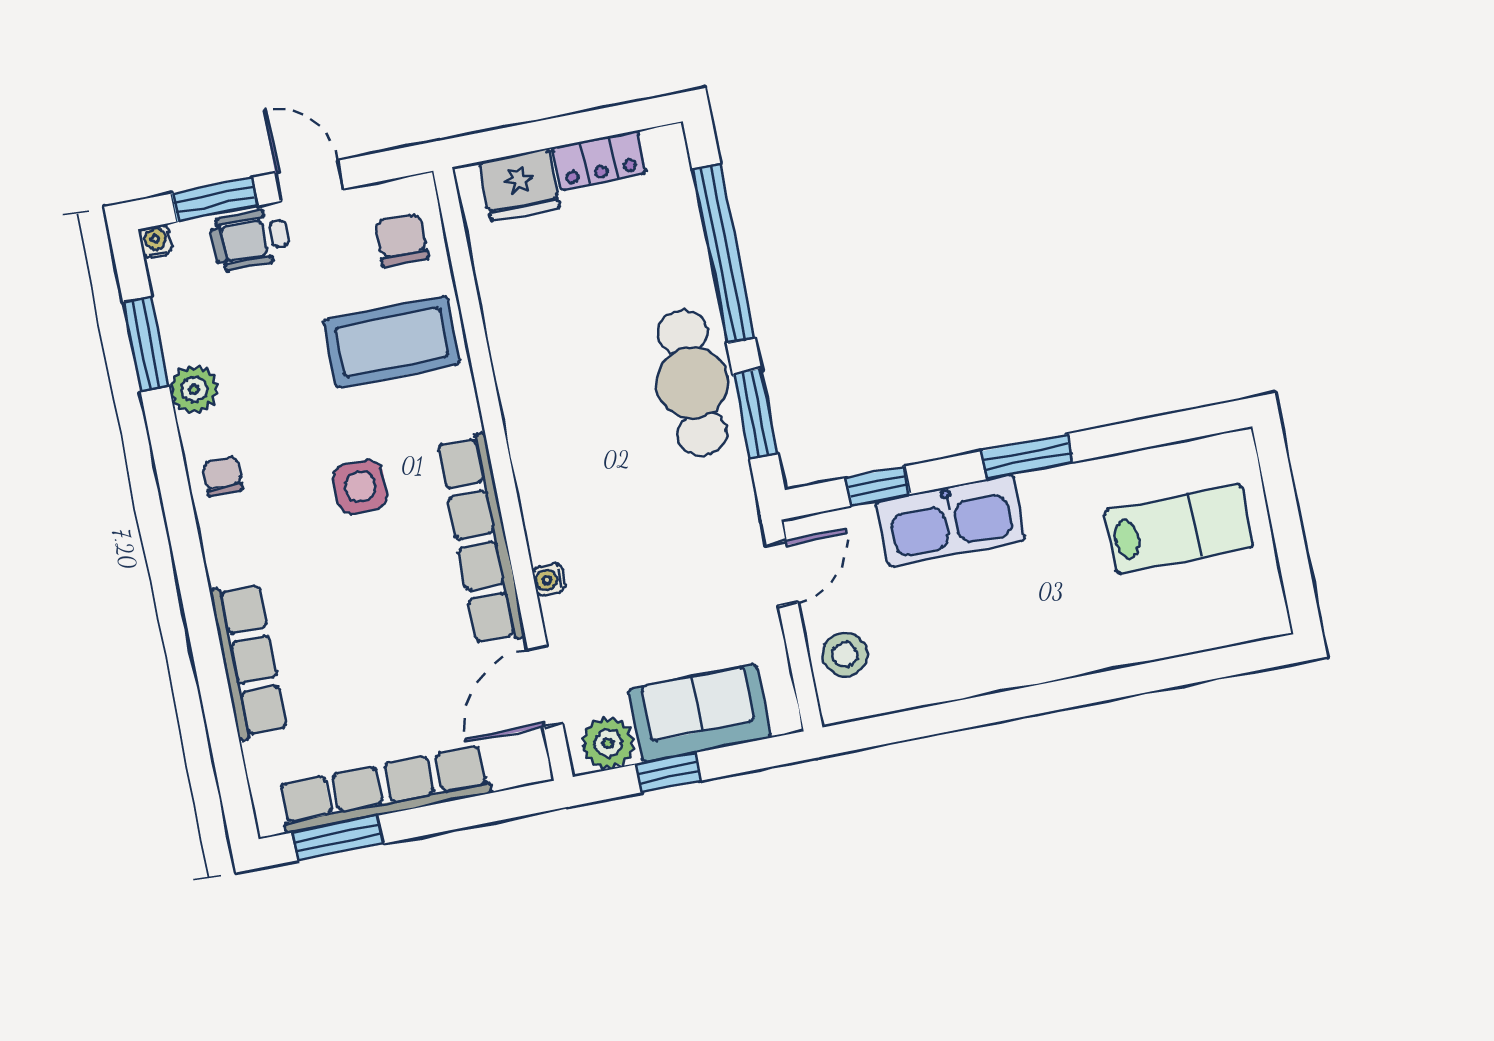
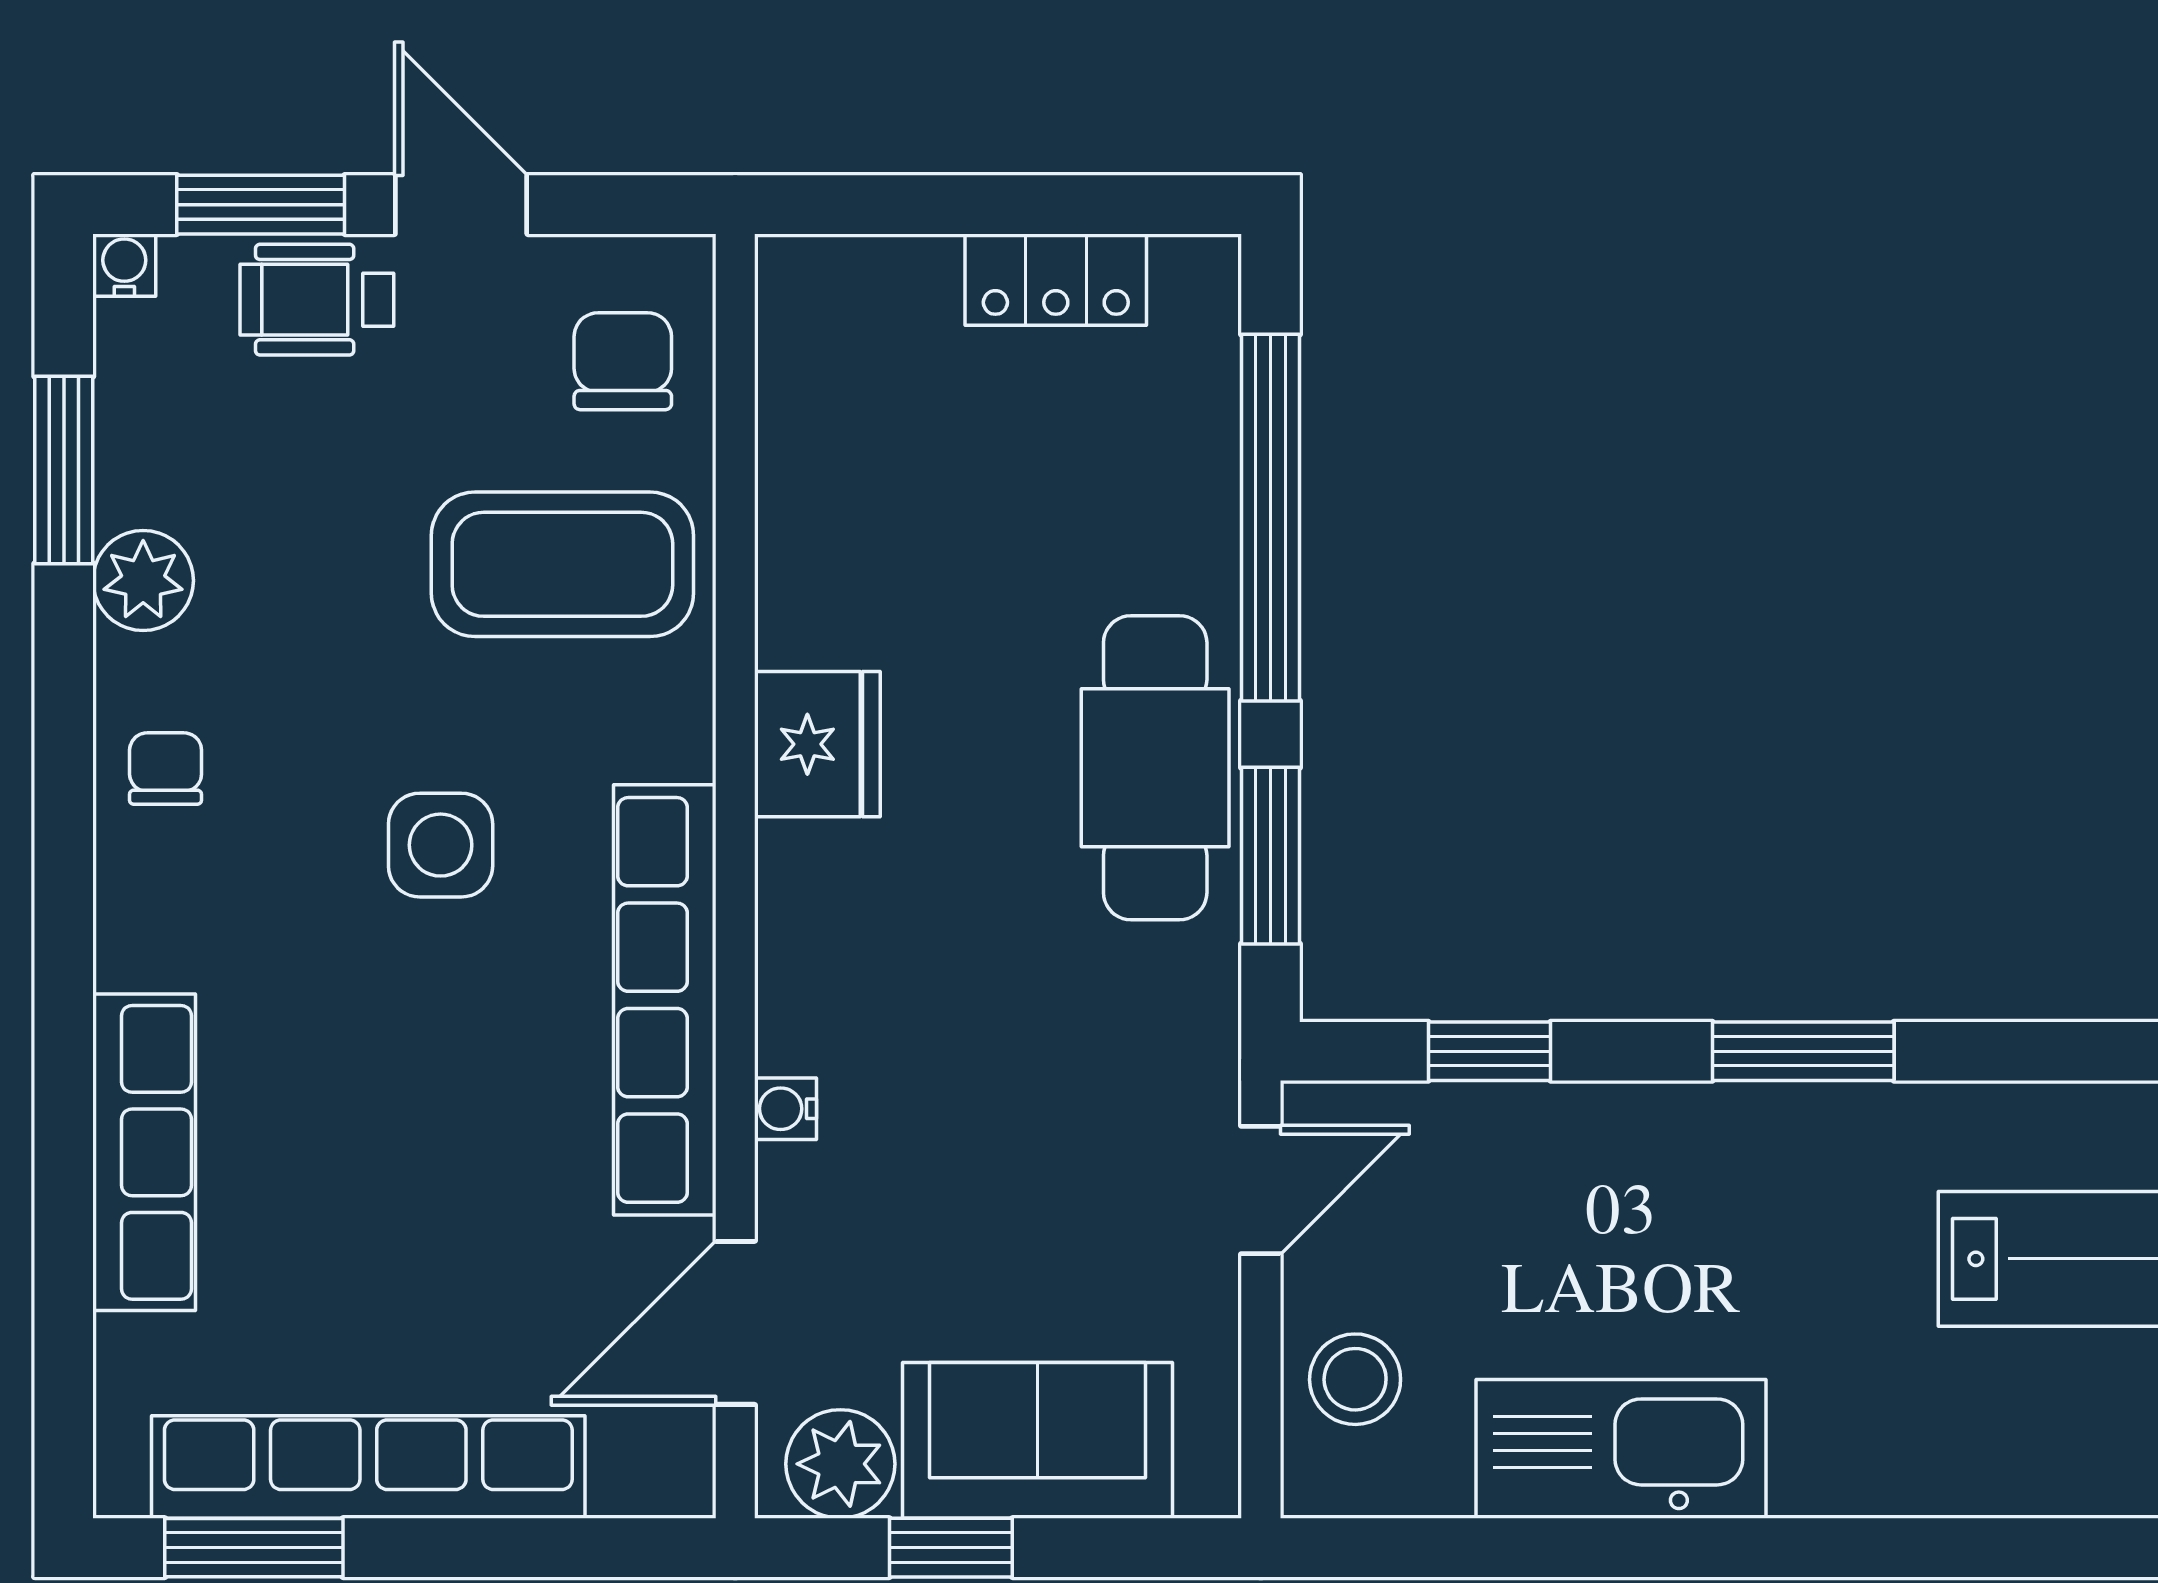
fridge: (519, 185) -> (817, 744), moved, turned -90
kitchen sink: (951, 520) -> (1621, 1449), moved, turned 180

